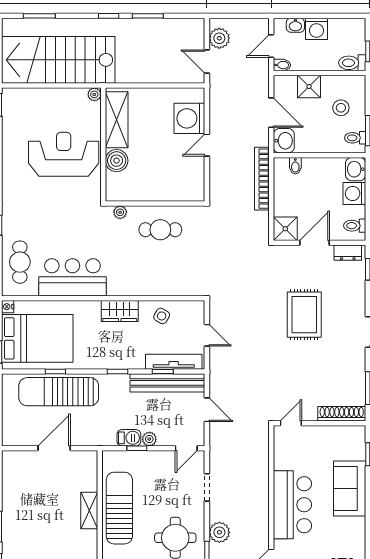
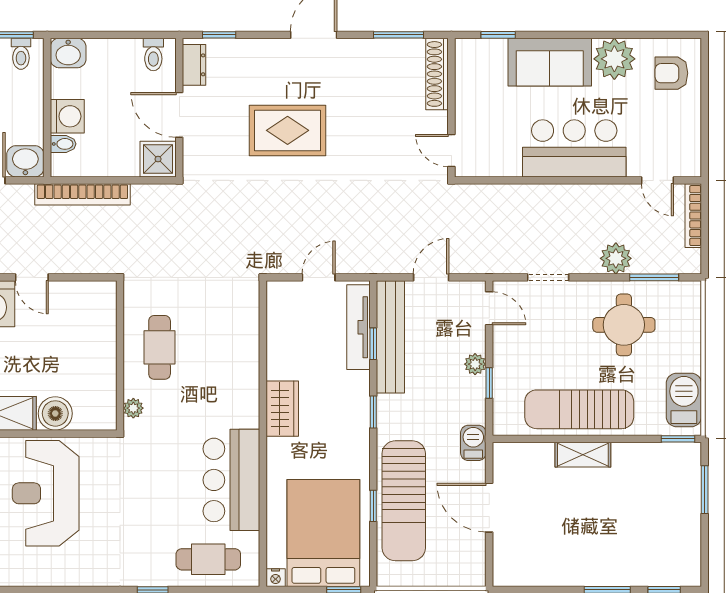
washing machine: (354, 193) -> (67, 116), moved, turned -90
side table: (162, 316) -> (290, 345), removed
barbecue: (129, 438) -> (473, 443), moved
plant: (352, 531) -> (614, 59), added

